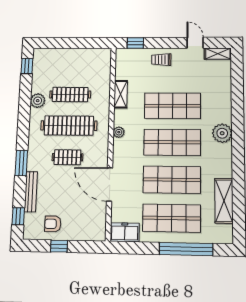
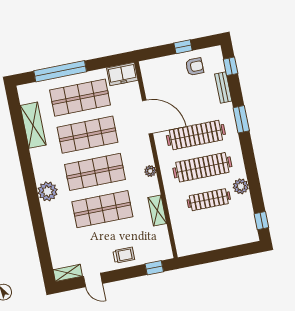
clothes rail: (67, 157) -> (196, 135), width x1.86, depth x1.31
bench: (31, 192) -> (223, 88), width x0.73

